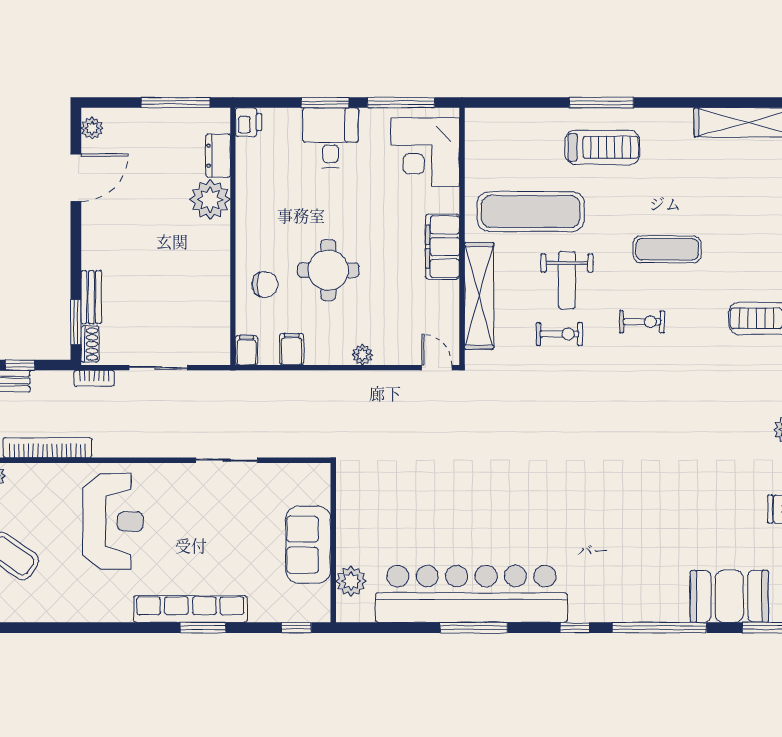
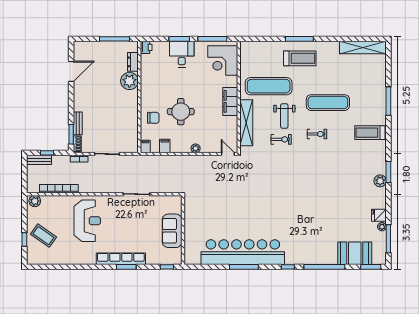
plant: (92, 128) -> (78, 50), removed
exercise mat: (667, 249) -> (328, 103), width x1.36, depth x1.45
plant: (351, 581) -> (191, 247), removed

